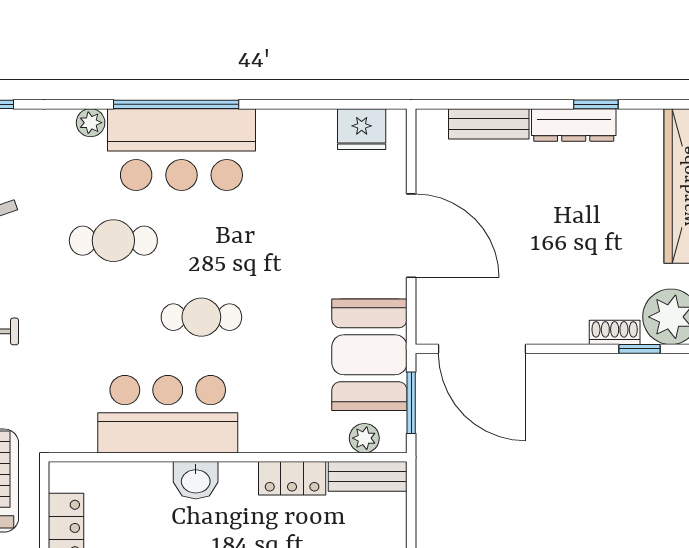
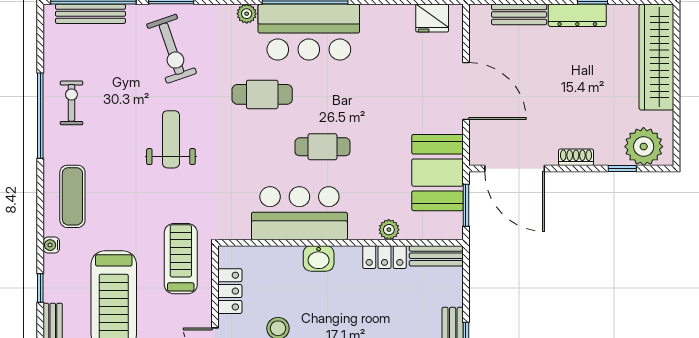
shoe rack: (615, 332) -> (576, 157), moved
plant: (364, 438) -> (389, 230), moved

